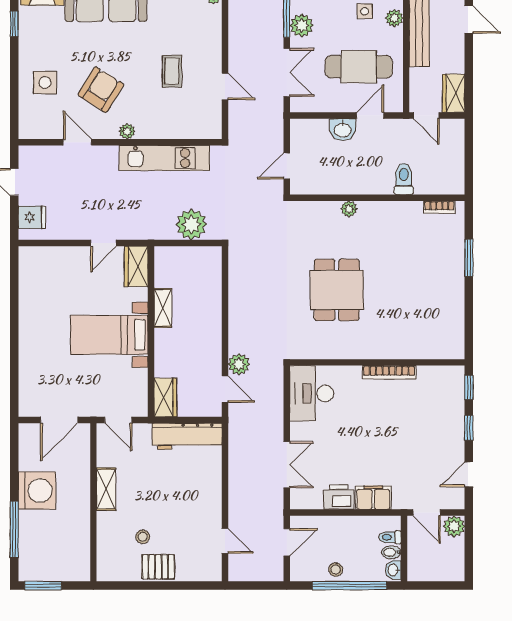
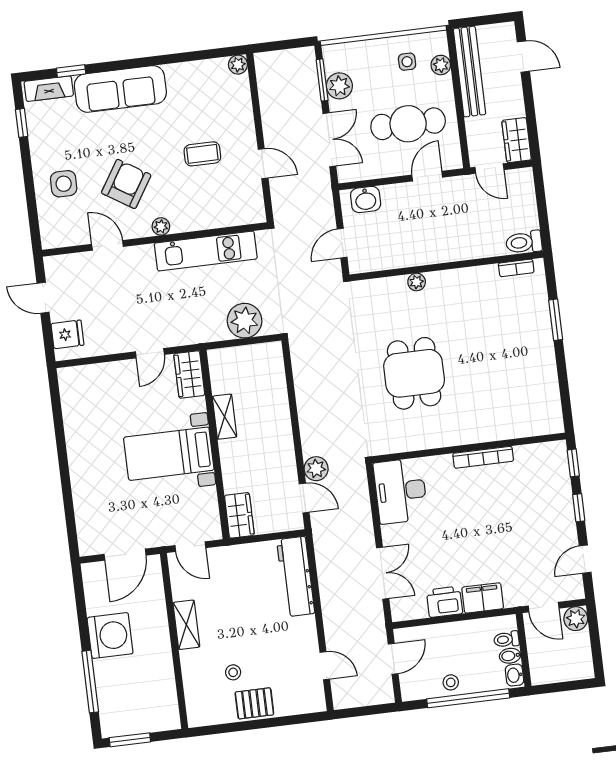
coffee table: (172, 71) -> (202, 154), turned 90
washbasin: (343, 130) -> (366, 199), moved
toilet: (404, 179) -> (524, 242), moved, turned -90
workbench: (187, 436) -> (296, 577), moved, turned 90

